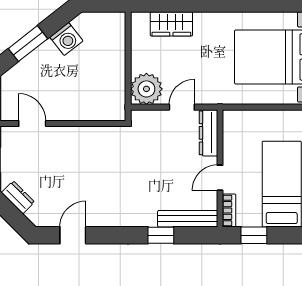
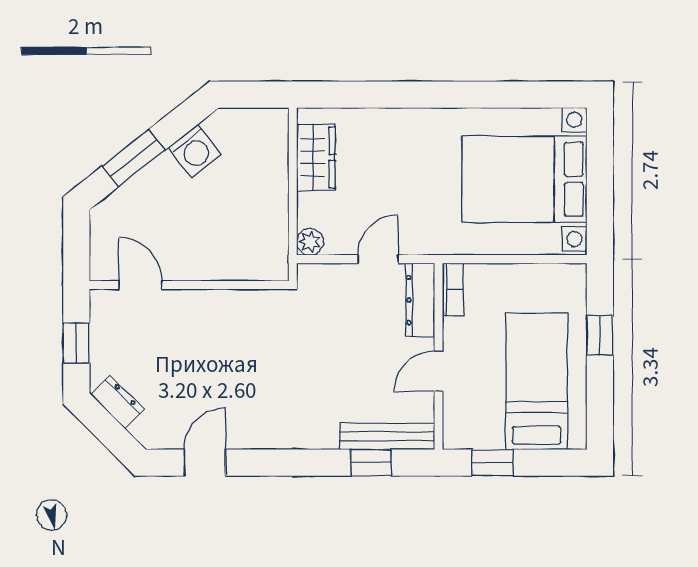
wardrobe: (171, 24) -> (316, 157), moved, turned -90
plant: (146, 89) -> (310, 242), width x0.53, depth x0.53
bookcase: (229, 211) -> (453, 289), moved
window: (161, 235) -> (371, 463), moved

